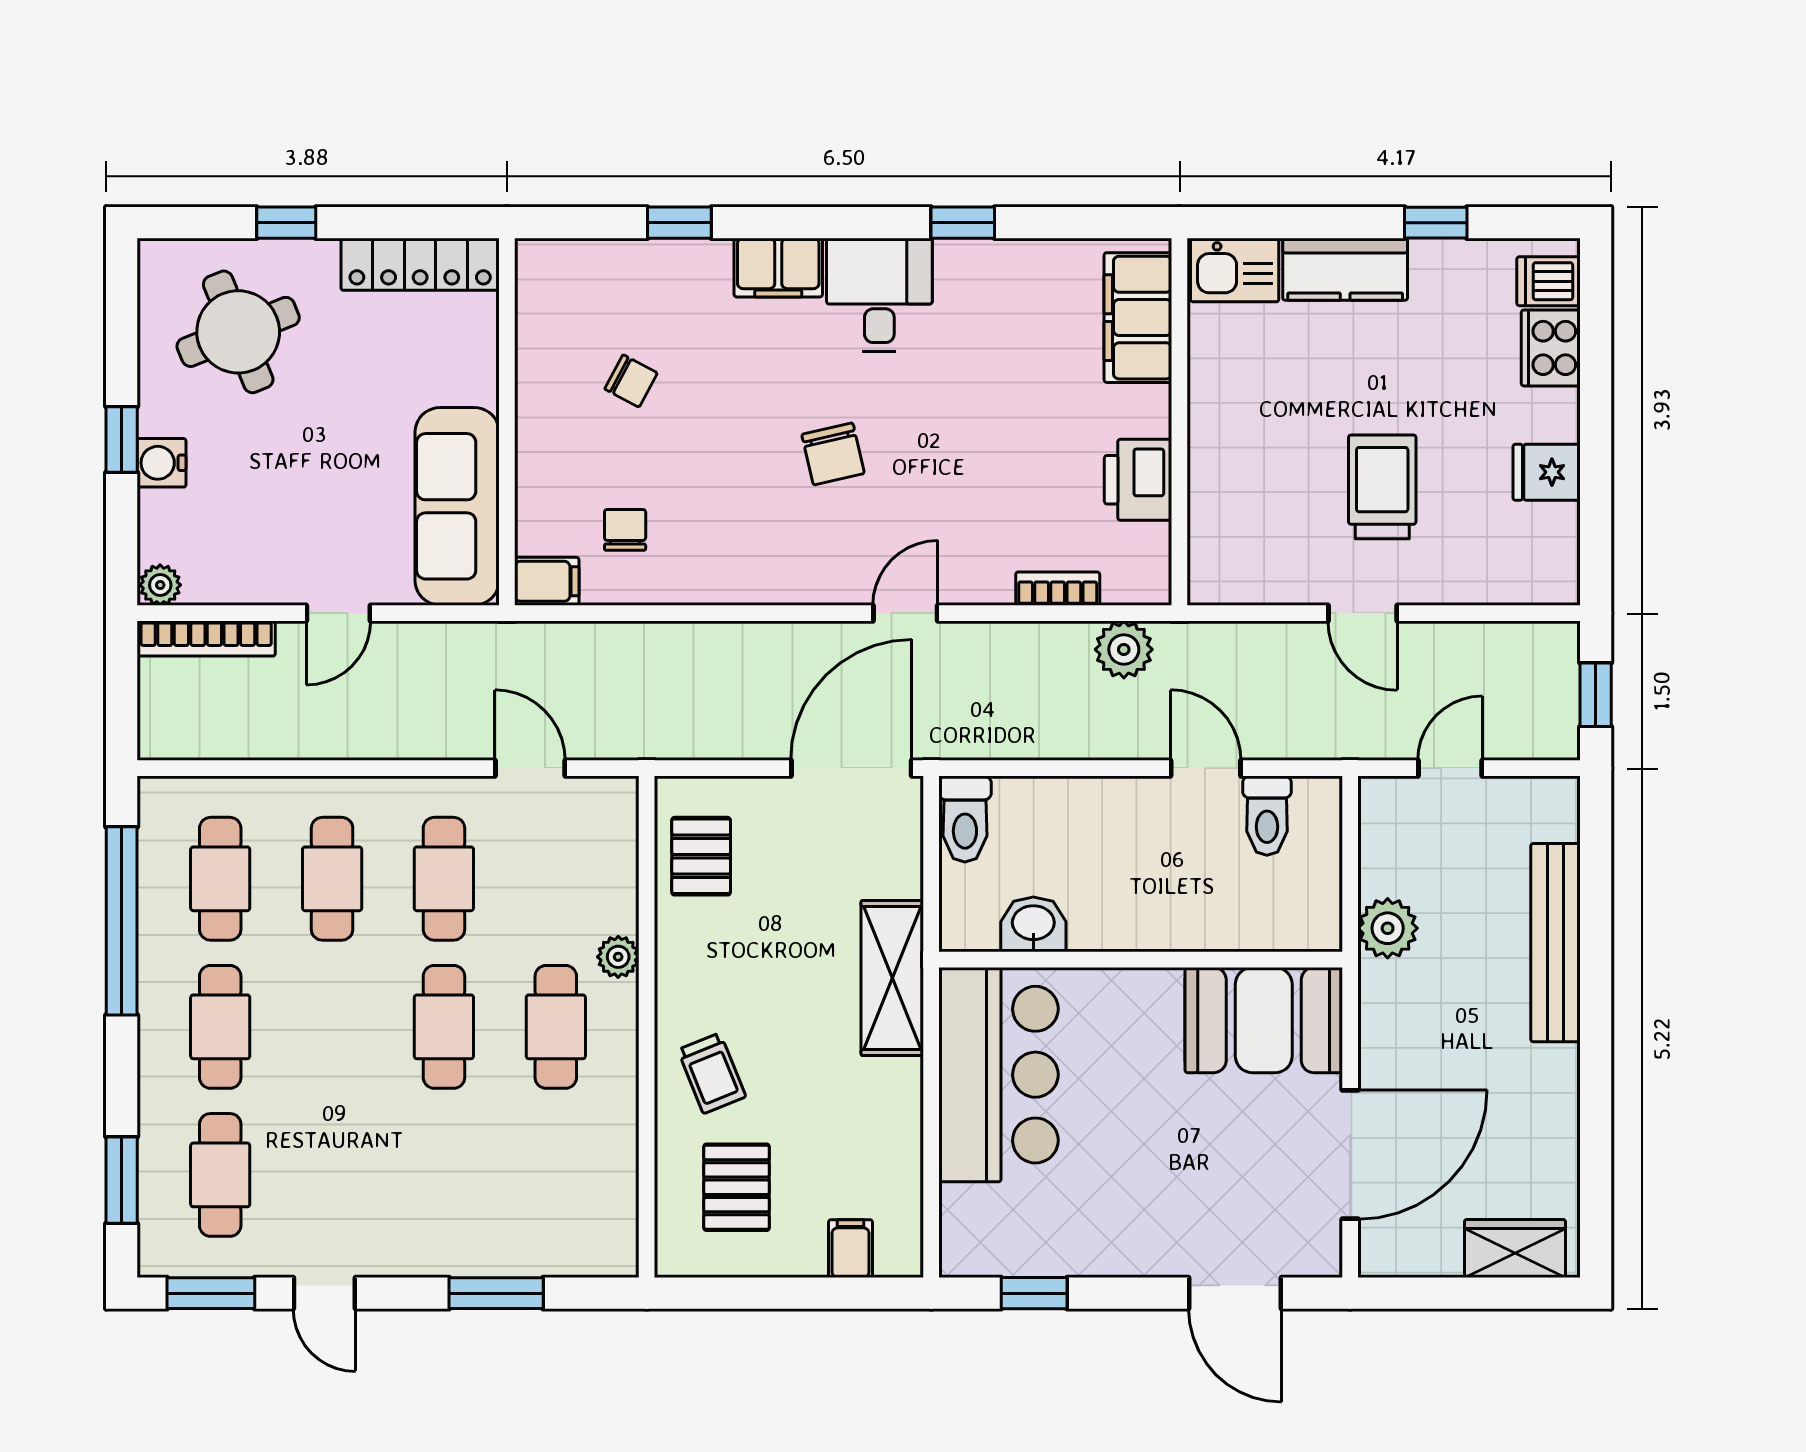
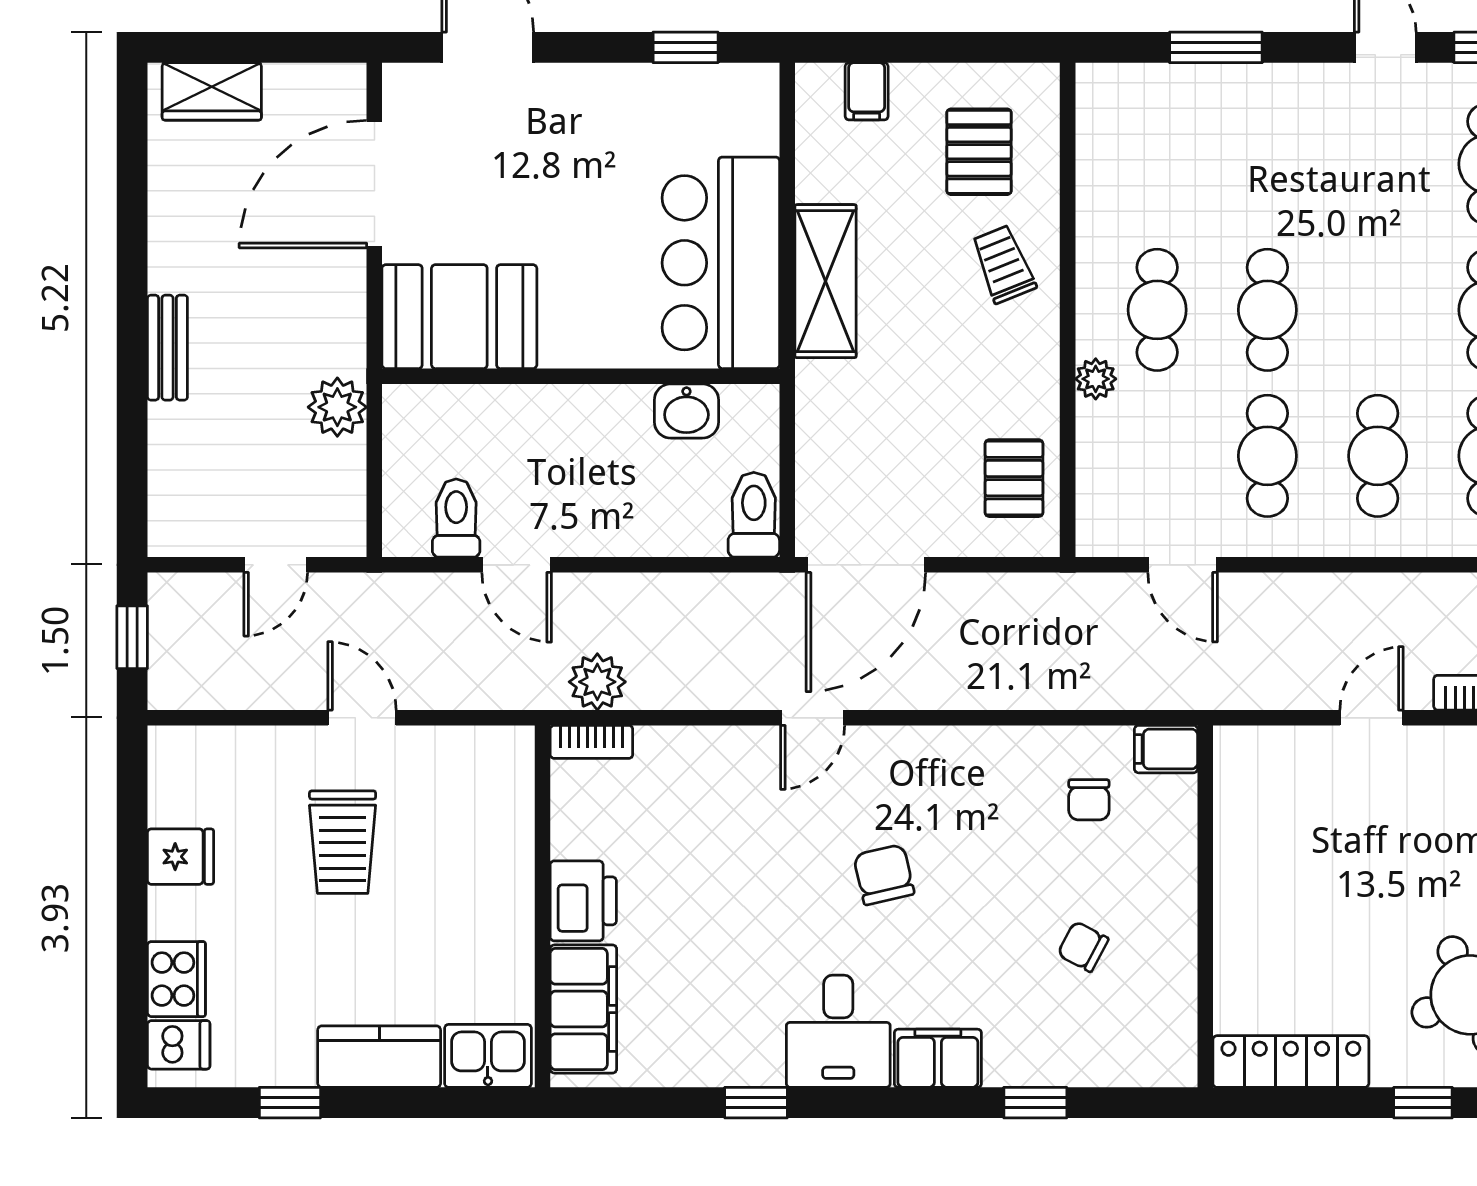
printer: (1138, 480) -> (583, 901), moved
sofa: (457, 506) -> (1254, 823), removed
bookcase: (1058, 589) -> (591, 742), moved
bench: (1556, 943) -> (167, 348), width x0.54, depth x0.82
shelving: (892, 978) -> (826, 281), moved

